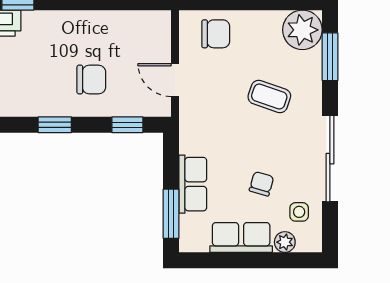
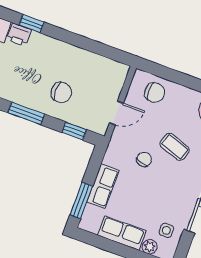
door: (175, 80) -> (116, 113), swing flipped
window: (55, 125) -> (26, 113), width x1.50
chair: (261, 184) -> (144, 159), moved

